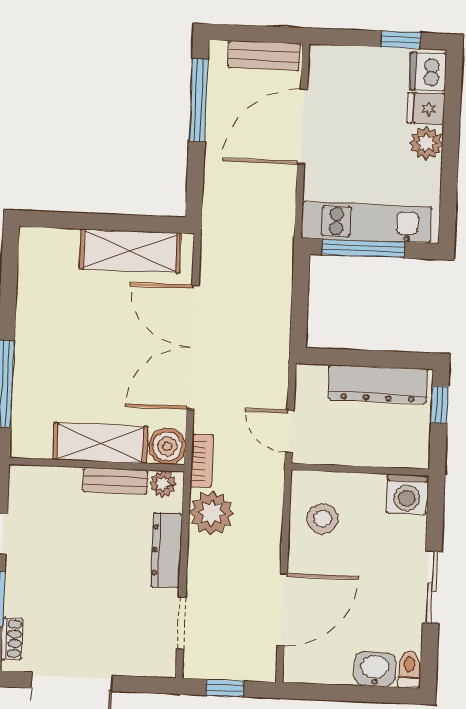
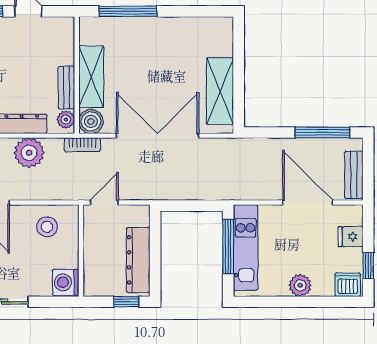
fridge: (426, 109) -> (351, 237), moved, turned -90
plant: (212, 513) -> (29, 153), moved

